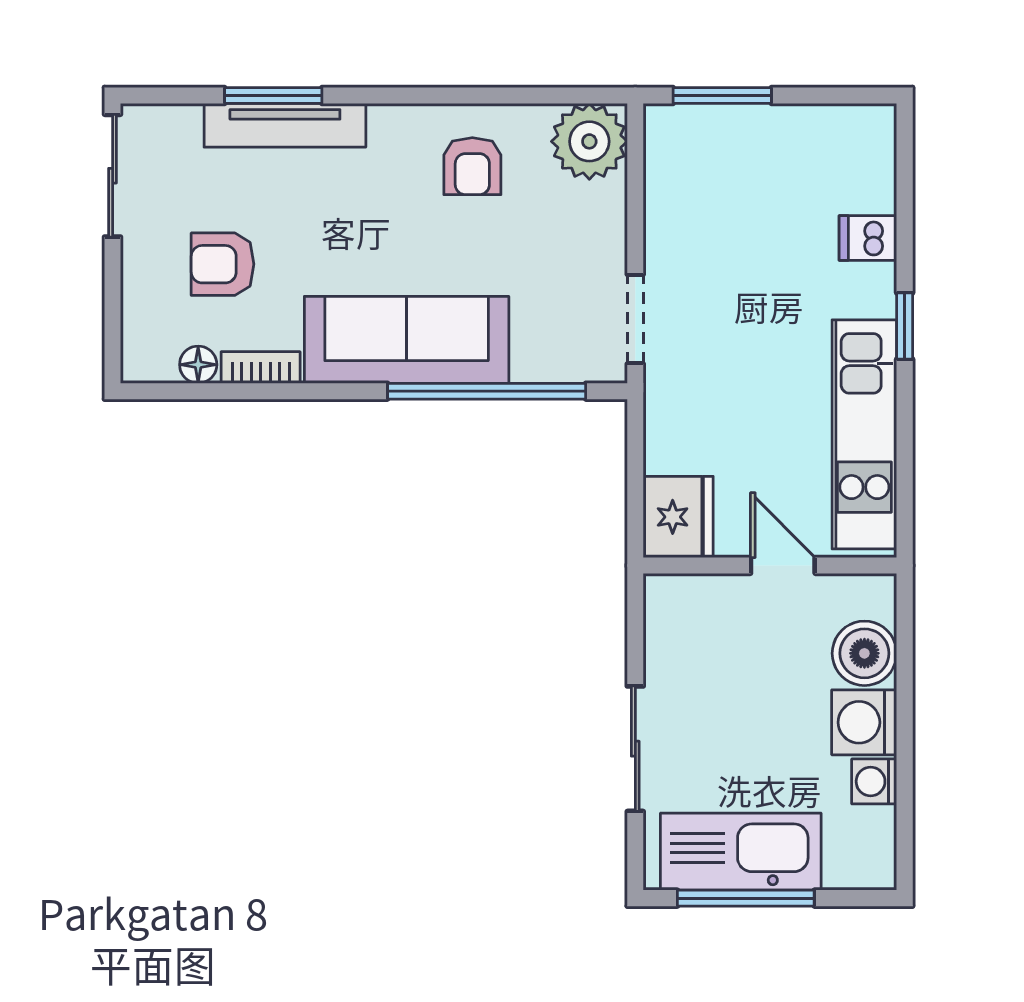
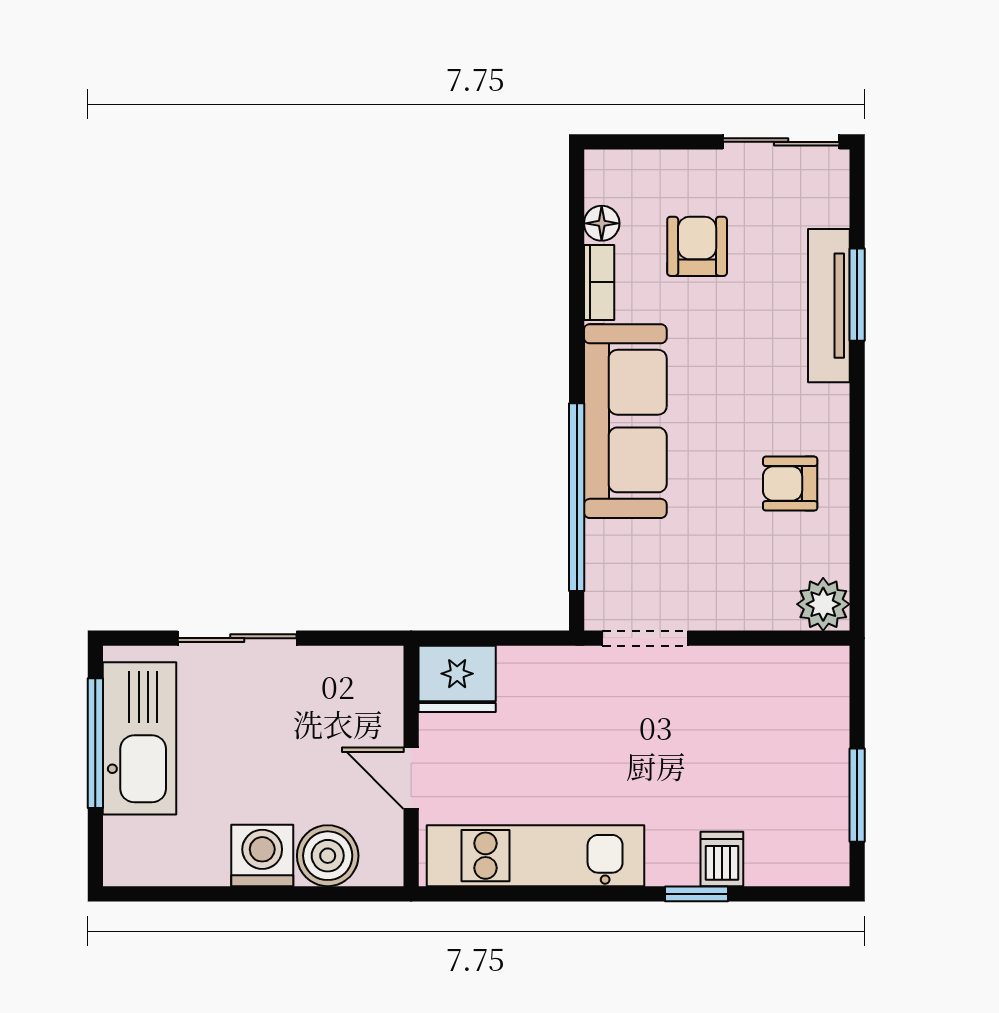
window: (722, 95) -> (857, 795), moved
plant: (589, 141) -> (823, 604), width x0.73, depth x0.73
window: (905, 326) -> (697, 894), moved
door: (783, 565) -> (411, 778), swing flipped
washing machine: (874, 781) -> (206, 865), removed

